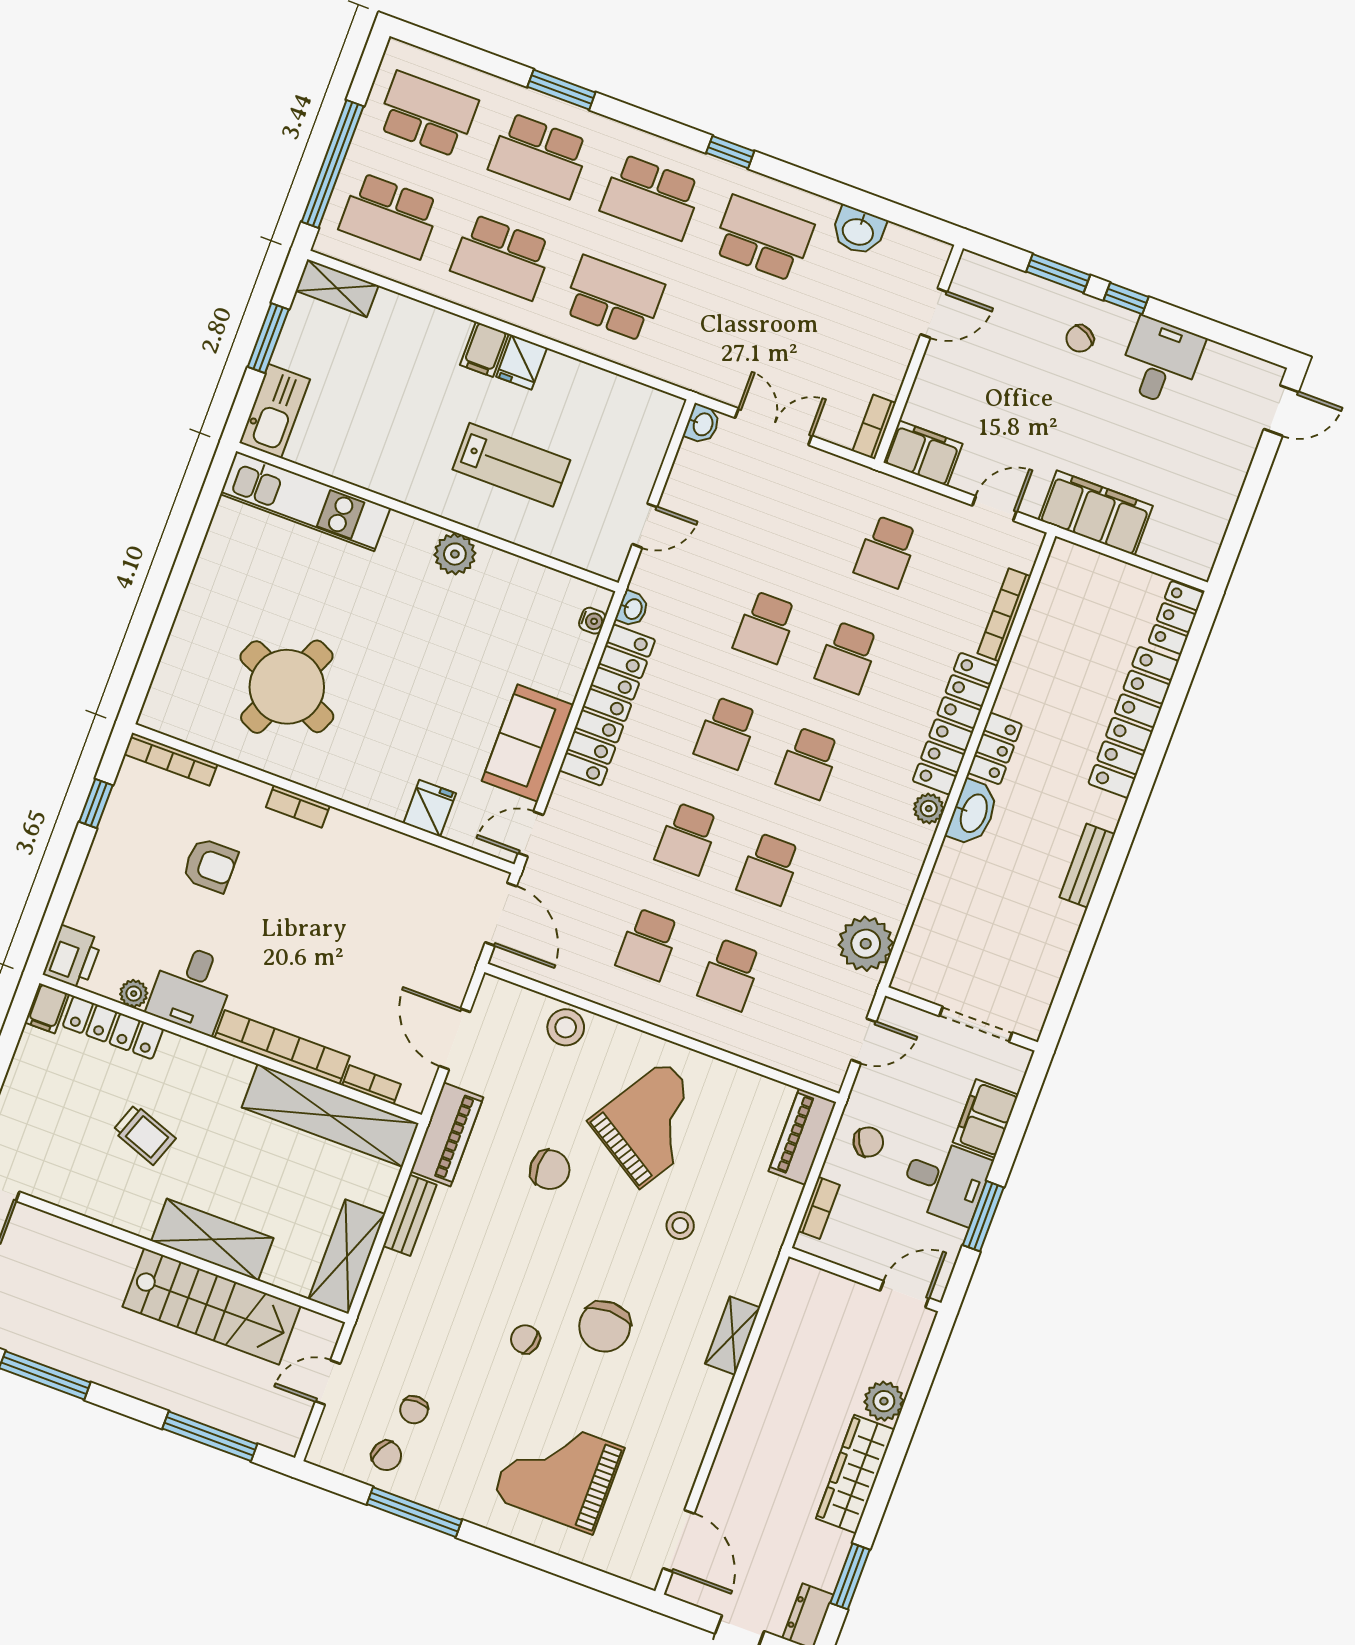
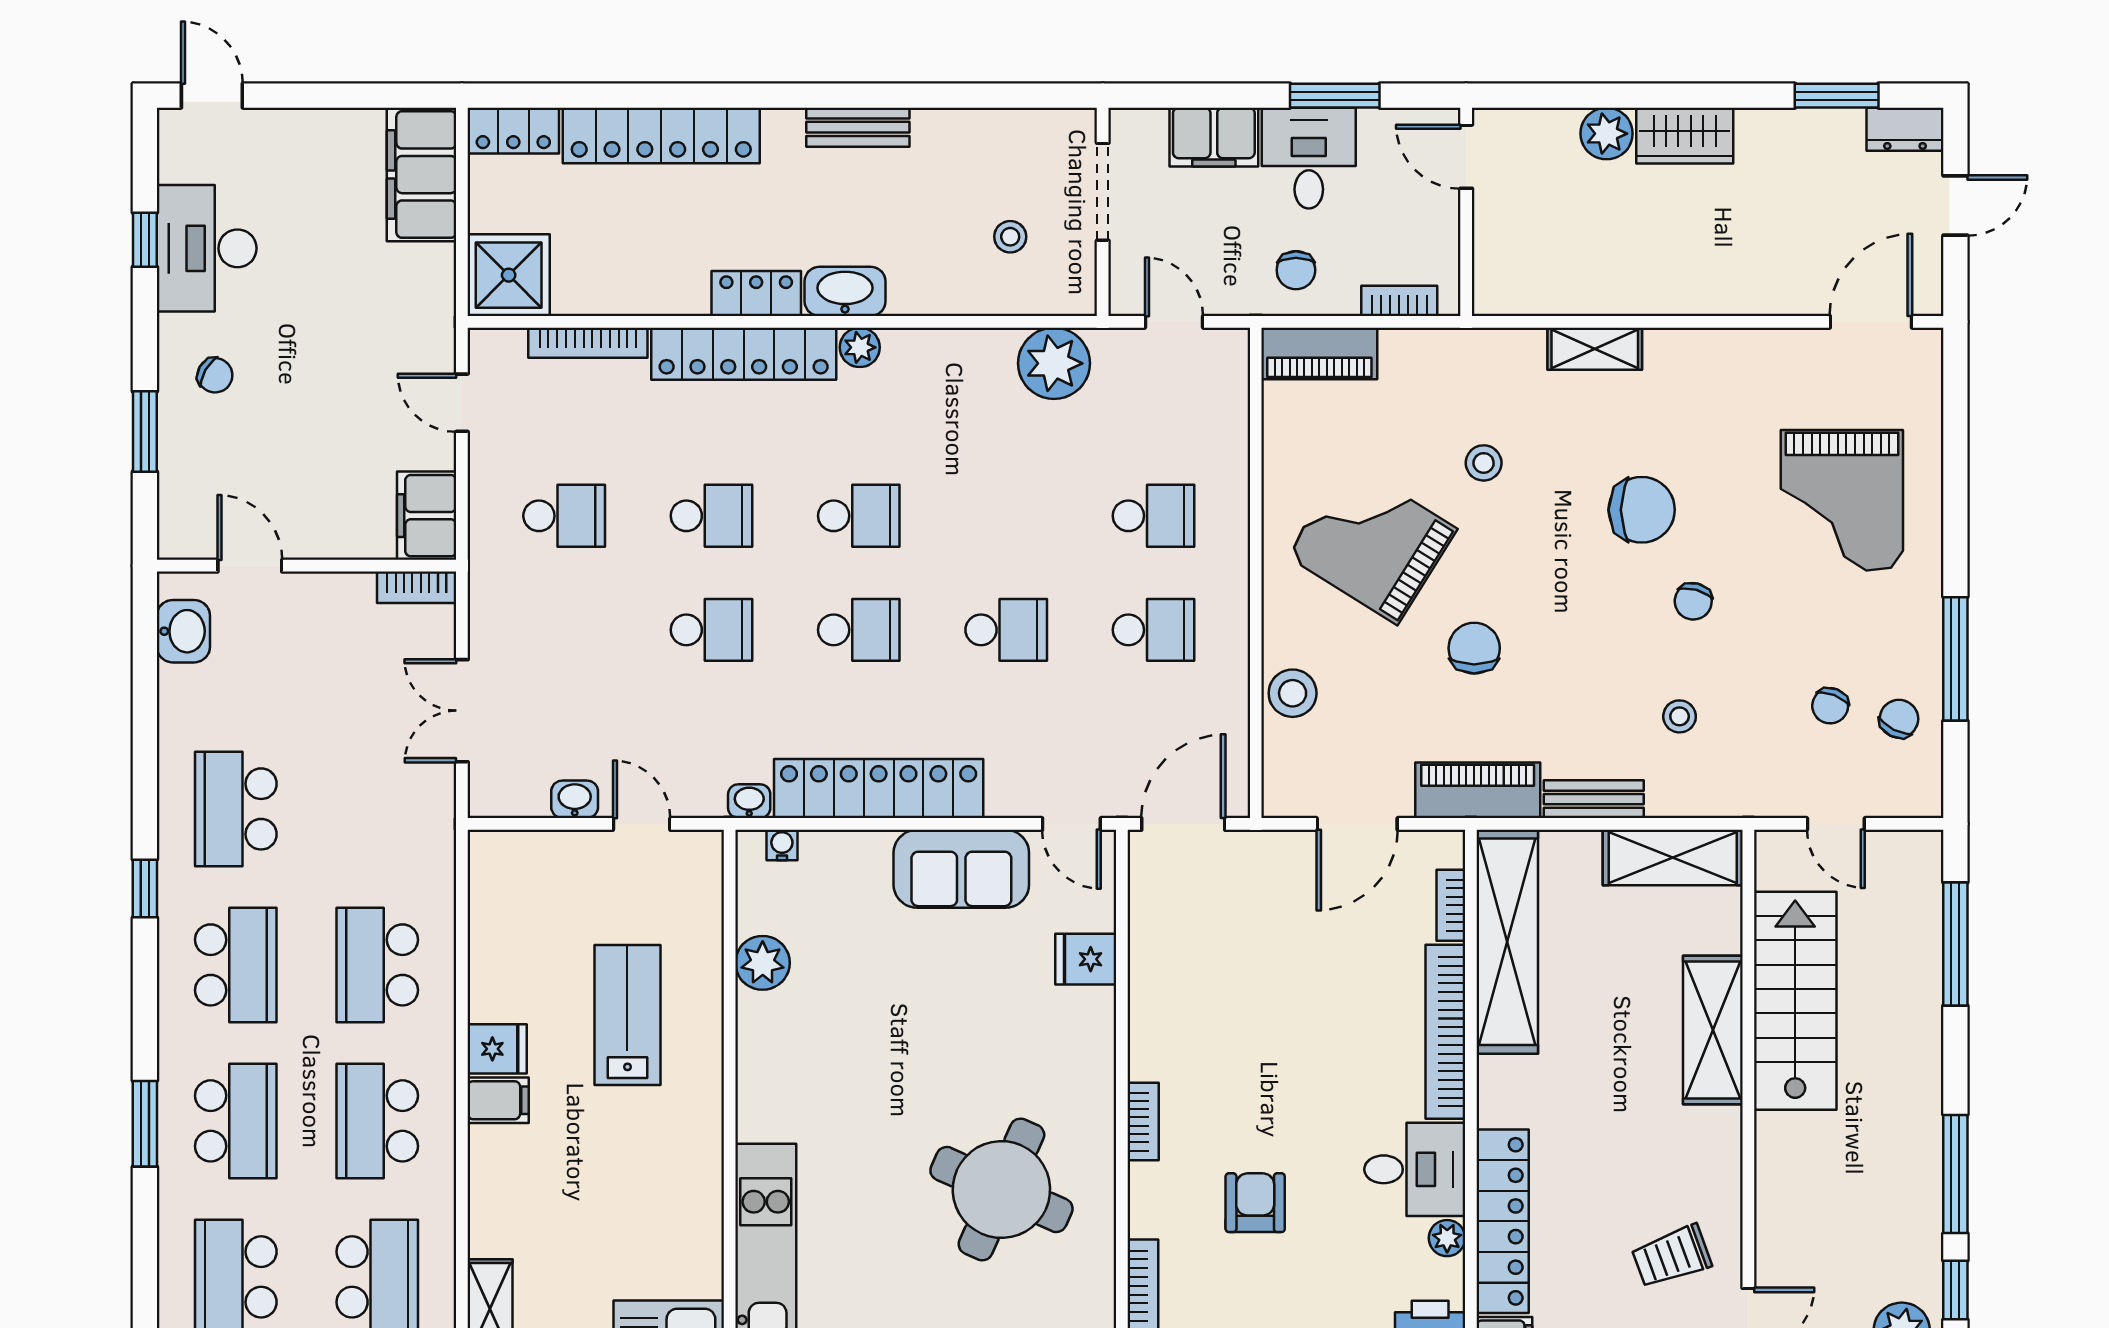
washbasin: (858, 231) -> (183, 631), moved
school desk: (502, 257) -> (377, 1121), turned 180
window: (1126, 299) -> (145, 240), moved
desk: (1161, 362) -> (207, 248), width x1.37
washbasin: (702, 424) -> (575, 799), moved
filing cabinet: (1096, 513) -> (421, 175), moved
plant: (455, 554) -> (763, 963), moved
shower: (1074, 576) -> (509, 275), added
school desk: (769, 869) -> (1006, 516), removed
stool: (968, 946) -> (1010, 237), added
locker: (113, 1028) -> (1503, 1221), width x1.41, depth x1.21
trolley: (144, 1134) -> (1672, 1256), moved, turned -130
chair: (868, 1142) -> (1296, 270), turned -149
stool: (446, 1299) -> (1680, 716), added
chair: (414, 1410) -> (1830, 706), turned 111
wardrobe: (855, 1474) -> (1685, 136), width x0.67

